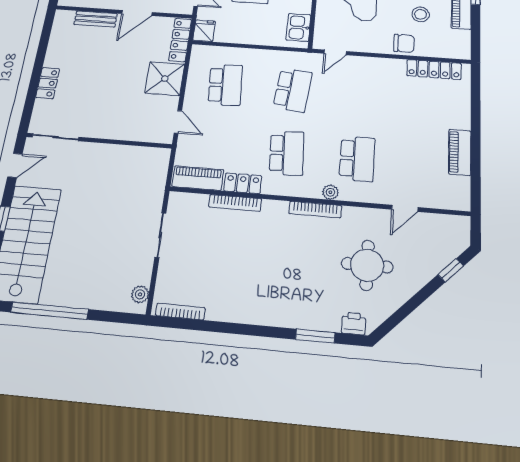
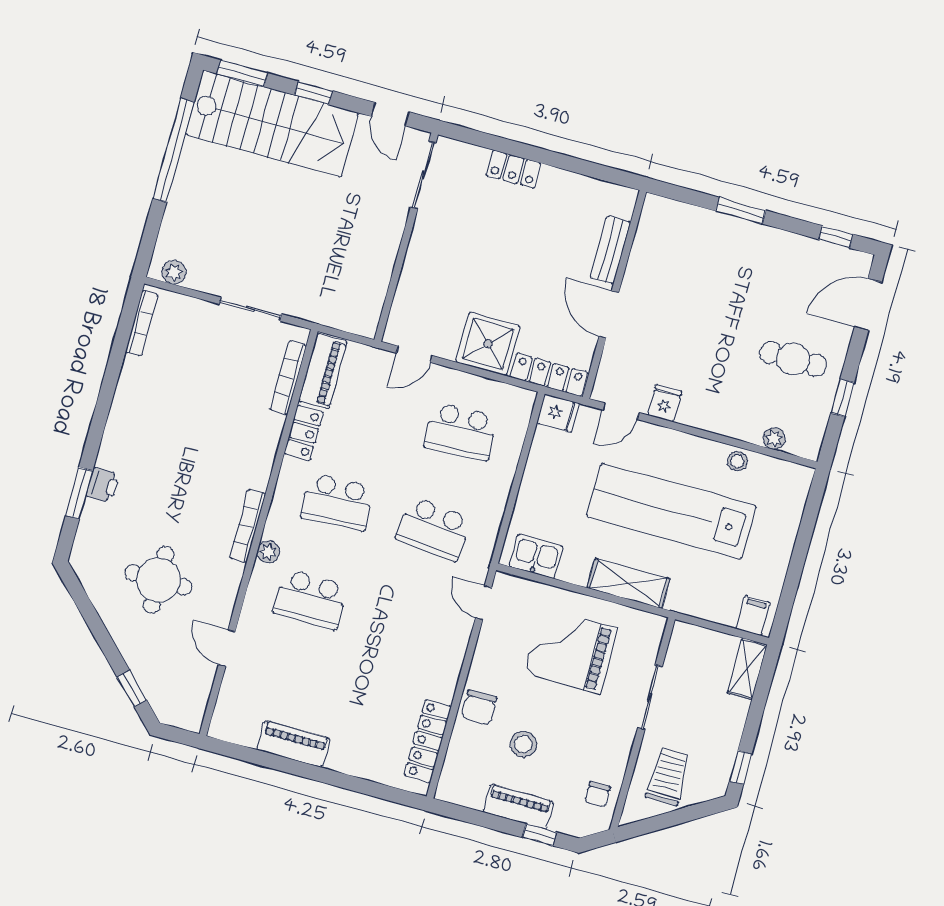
bookcase: (235, 203) -> (288, 378), moved
printer: (354, 323) -> (103, 485), moved

